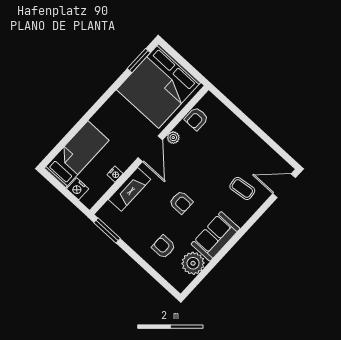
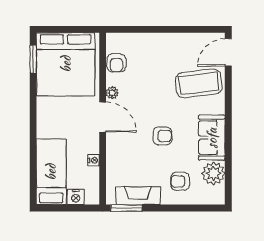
coffee table: (242, 188) -> (199, 83), width x1.86, depth x1.72
fireplace: (130, 189) -> (138, 196), moved, turned -90

